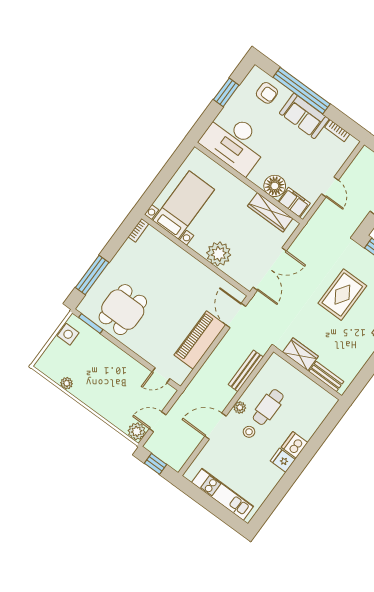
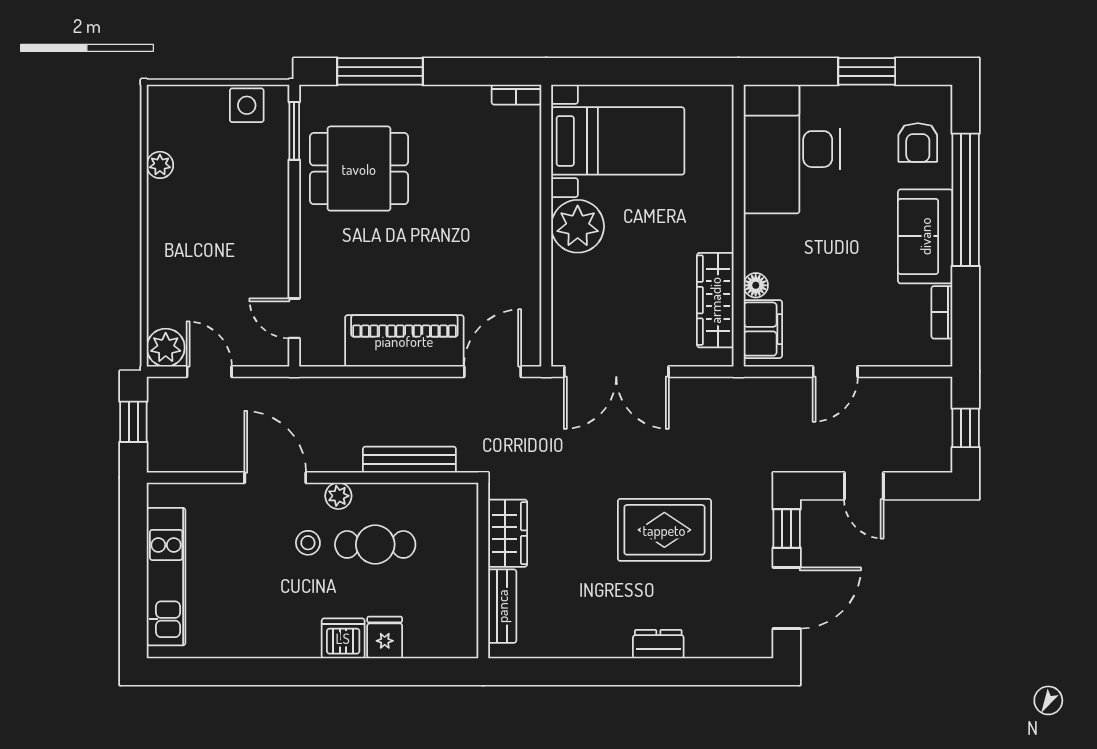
floor lamp: (275, 186) -> (756, 285), width x0.53, depth x0.53
plant: (219, 254) -> (578, 226), moved
fridge: (283, 460) -> (385, 637), moved

